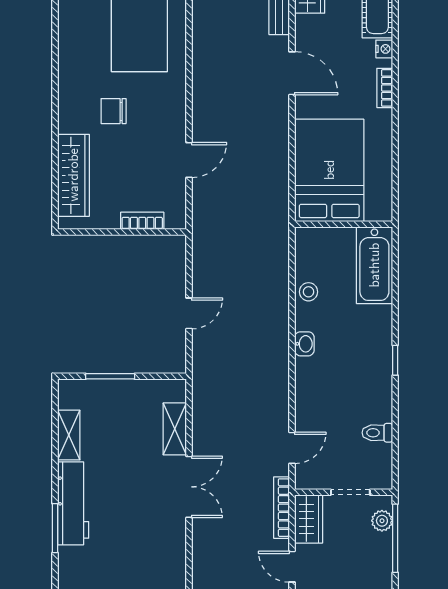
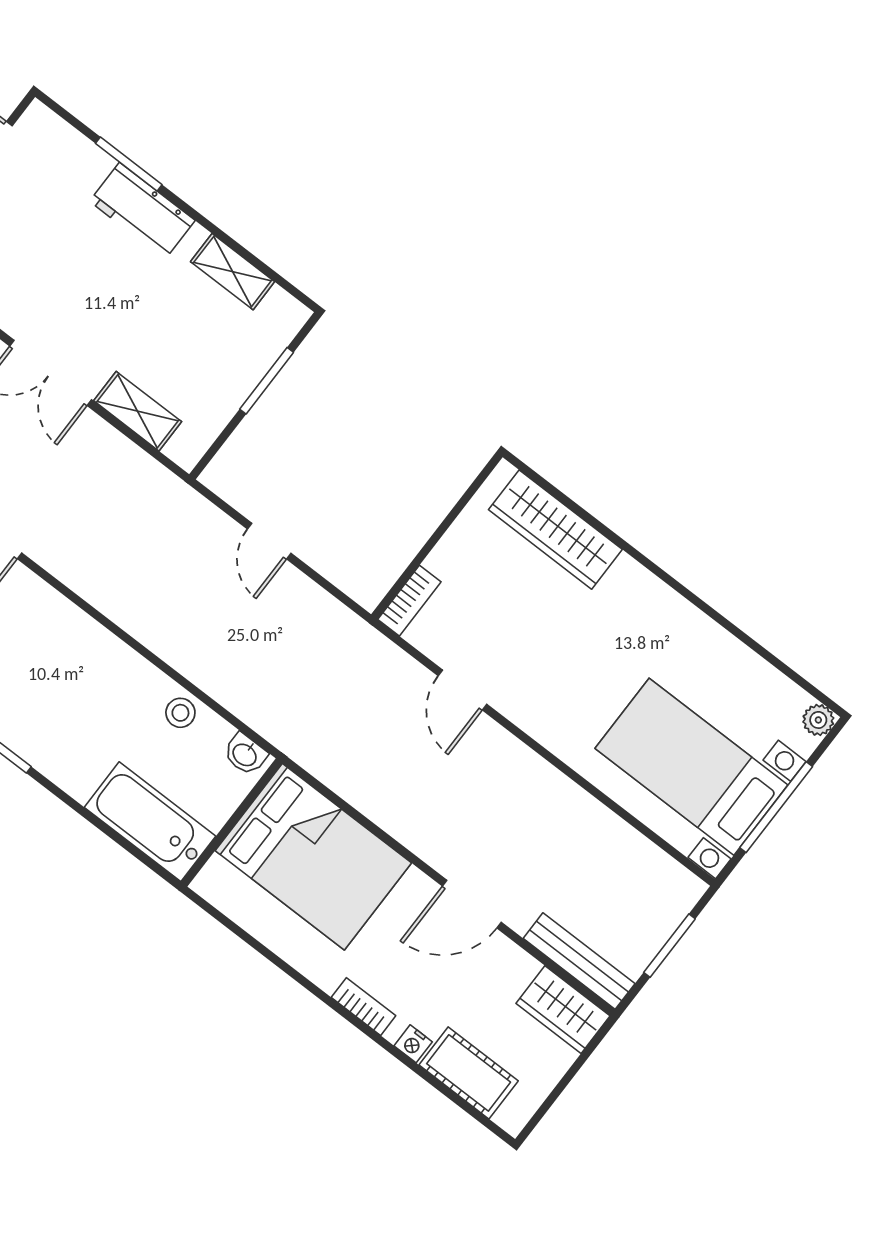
chair: (114, 111) -> (597, 642), removed
bookcase: (142, 221) -> (409, 601), moved
washbasin: (304, 344) -> (245, 754), moved
workbench: (73, 503) -> (142, 211), width x0.73

